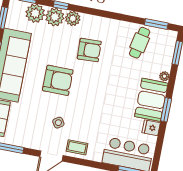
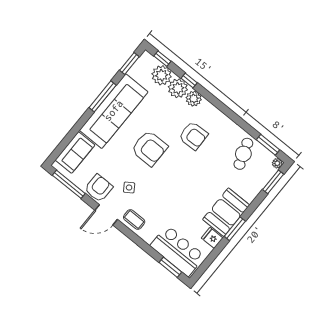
cafe table: (140, 43) -> (243, 154), turned -31
plant: (164, 76) -> (277, 163), moved
armchair: (33, 137) -> (99, 188), added

